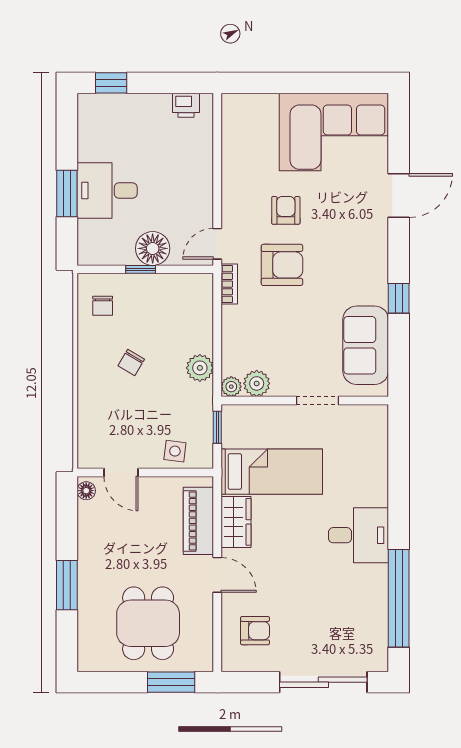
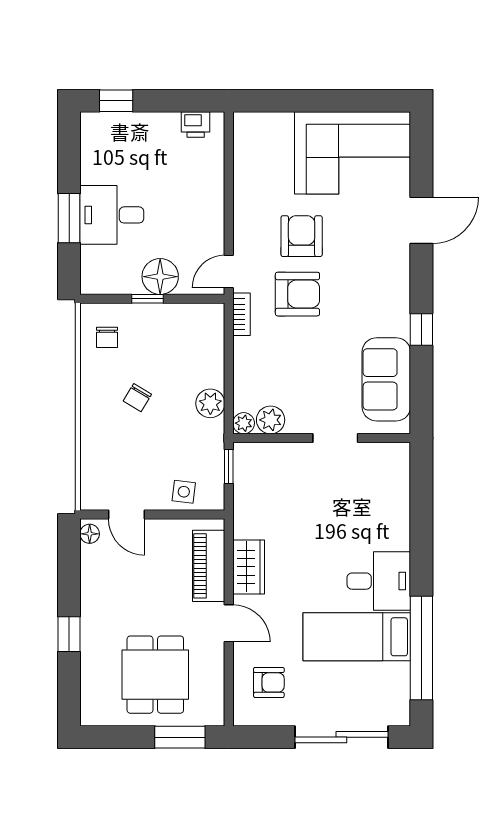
armchair: (286, 210) -> (302, 236), width x1.38, depth x1.38
bed: (272, 472) -> (357, 637), moved, turned 180
window: (67, 585) -> (69, 634), width x0.67

